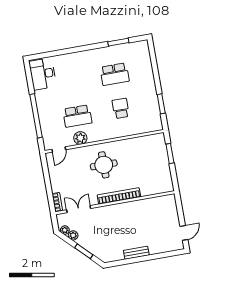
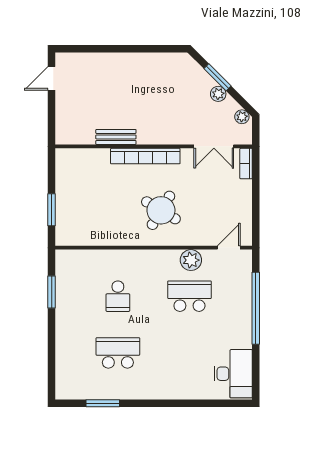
round table: (104, 165) -> (161, 210), turned 31
plant: (73, 235) -> (218, 94), moved
bench: (136, 253) -> (116, 137), moved

